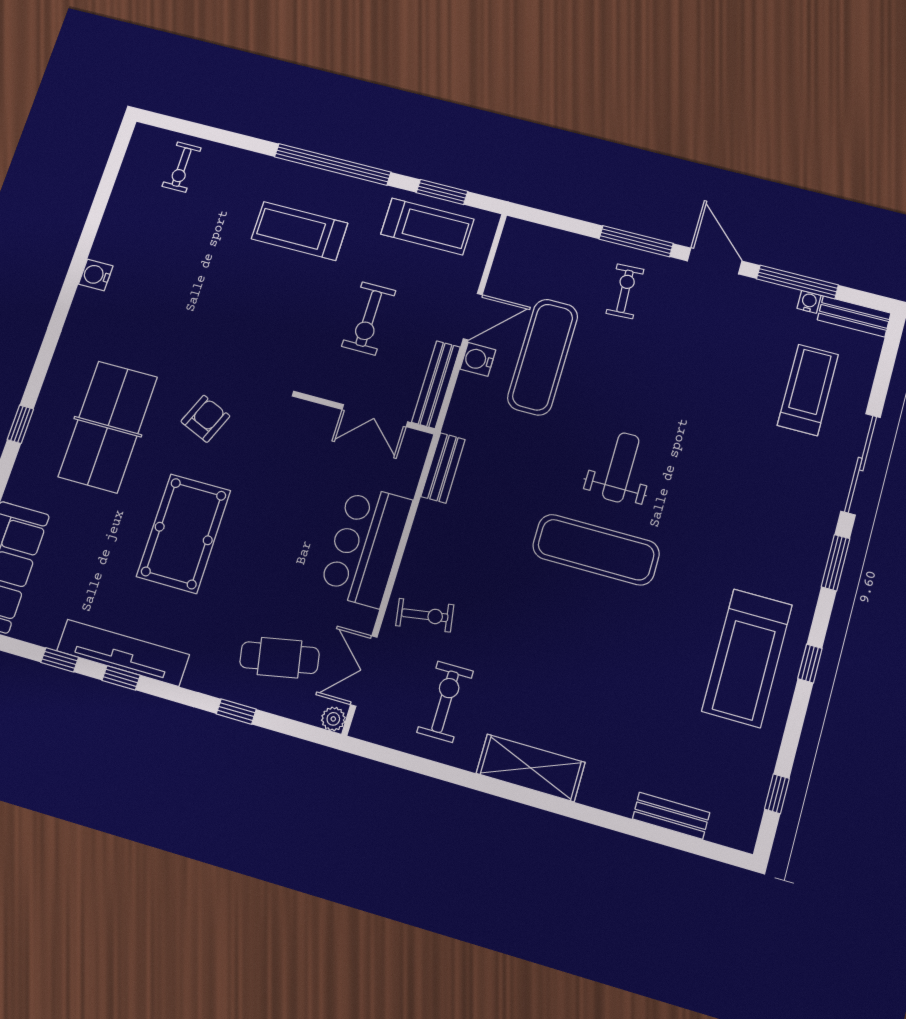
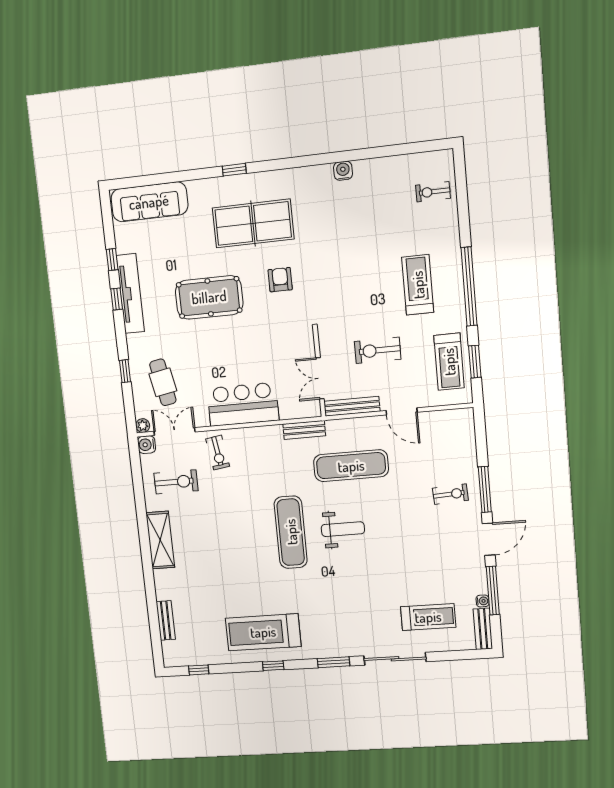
exercise mat: (543, 357) -> (351, 466), moved
water cooler: (478, 359) -> (147, 445), moved, turned -90
armchair: (205, 419) -> (280, 280), turned -113

